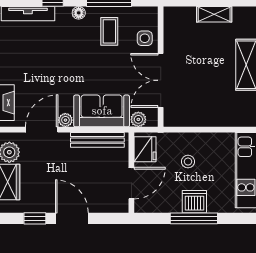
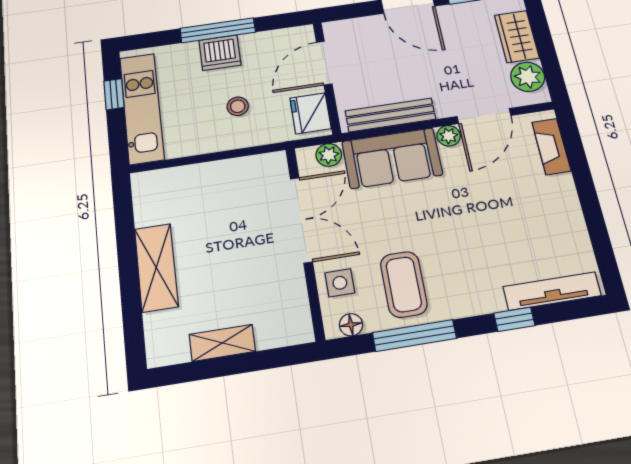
floor lamp: (79, 13) -> (351, 325), moved
coffee table: (109, 31) -> (404, 284), width x1.36, depth x1.30

